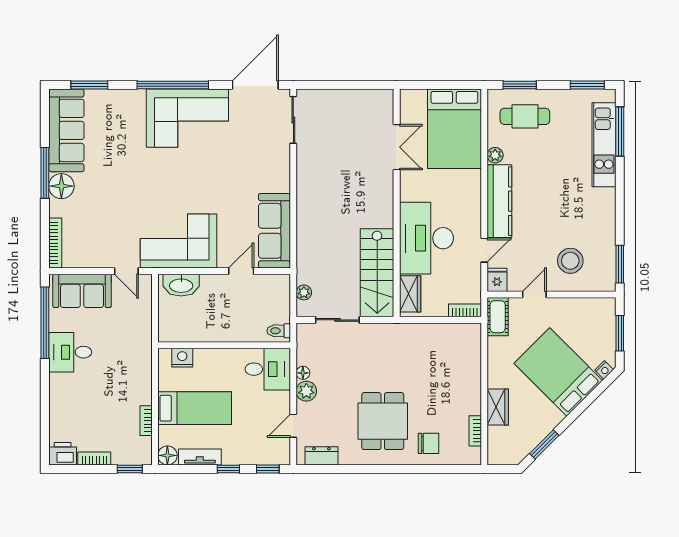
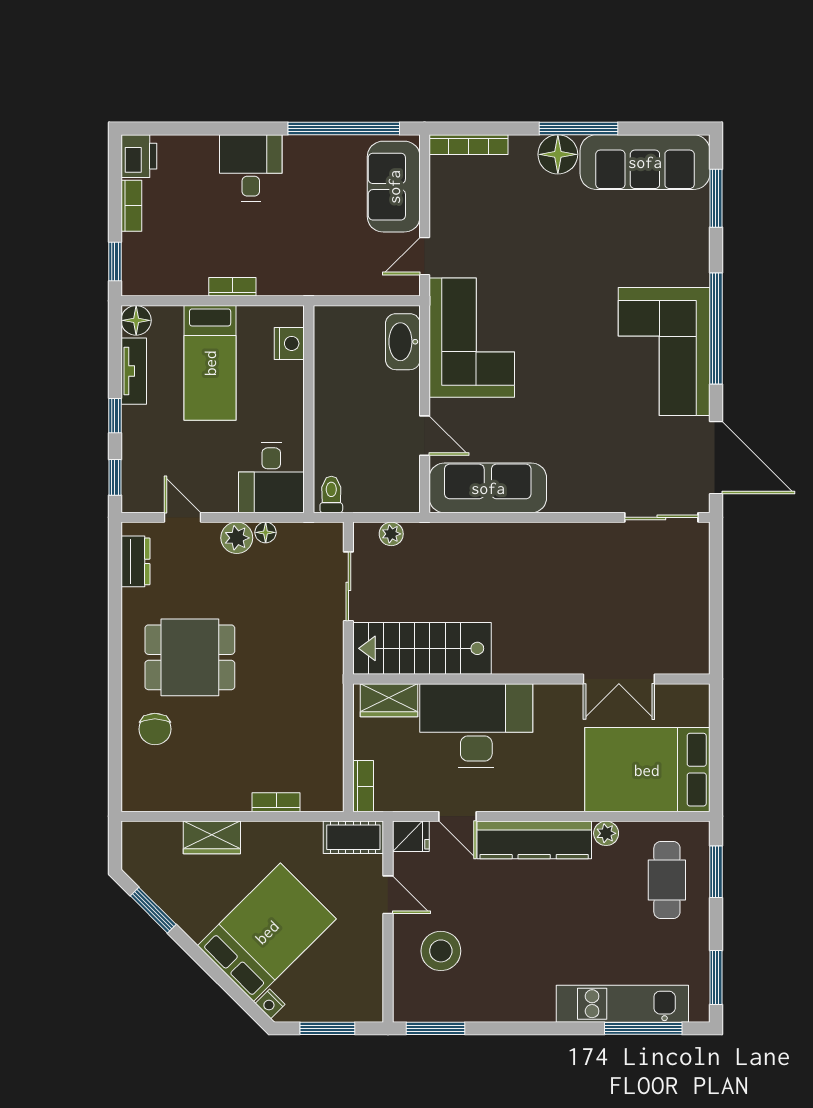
desk: (70, 352) -> (251, 168), moved
bookcase: (146, 421) -> (232, 287), moved
bookcase: (475, 431) -> (276, 802), moved

